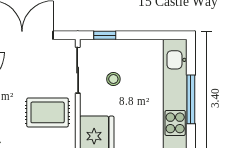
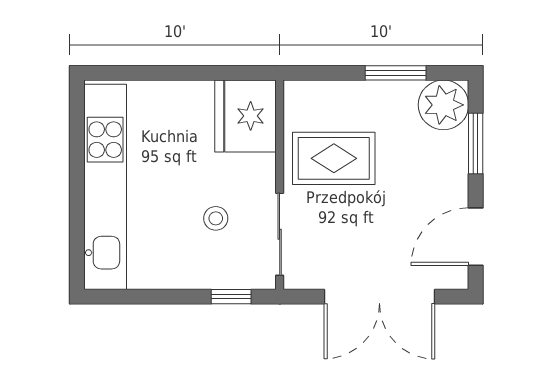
window: (191, 99) -> (77, 182), removed

